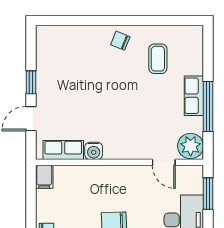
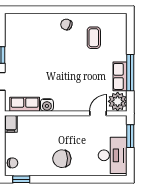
row of seats: (194, 96) -> (120, 76), moved
door: (164, 162) -> (98, 113), swing flipped

